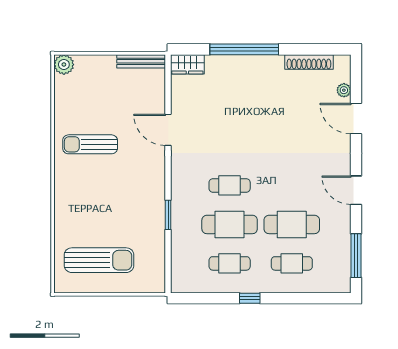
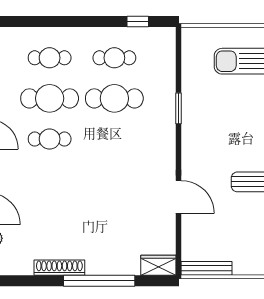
shoe rack: (309, 62) -> (59, 268), moved
cafe table: (230, 185) -> (50, 139), moved
window: (250, 298) -> (138, 22), moved

